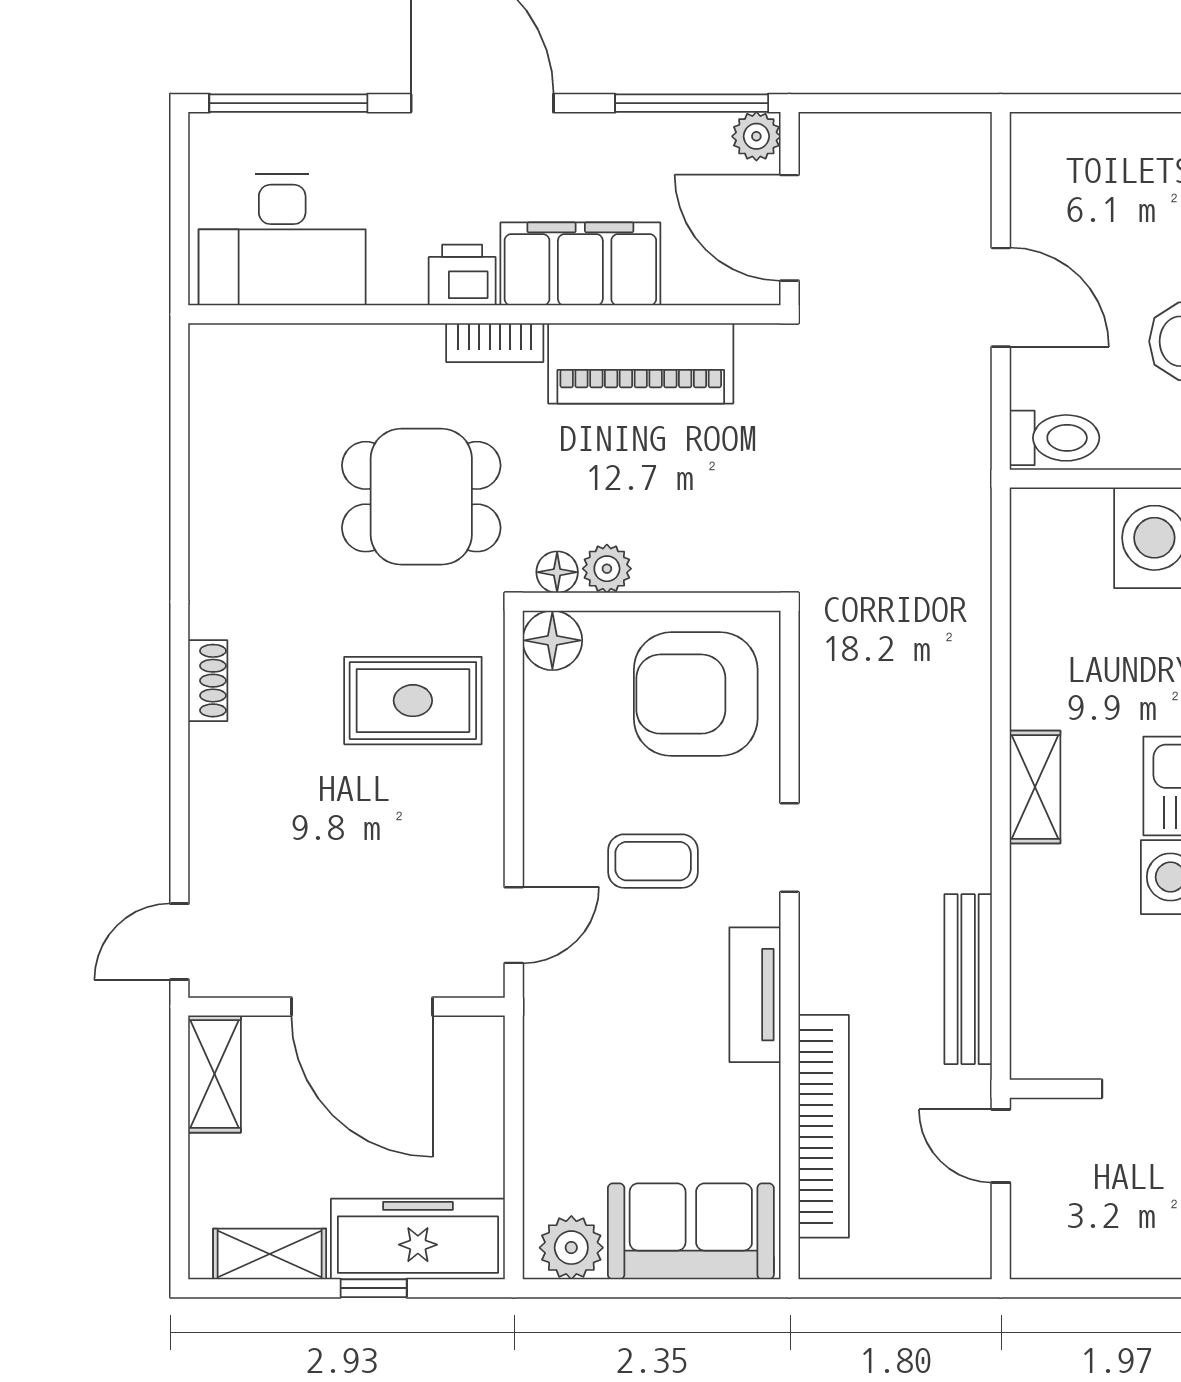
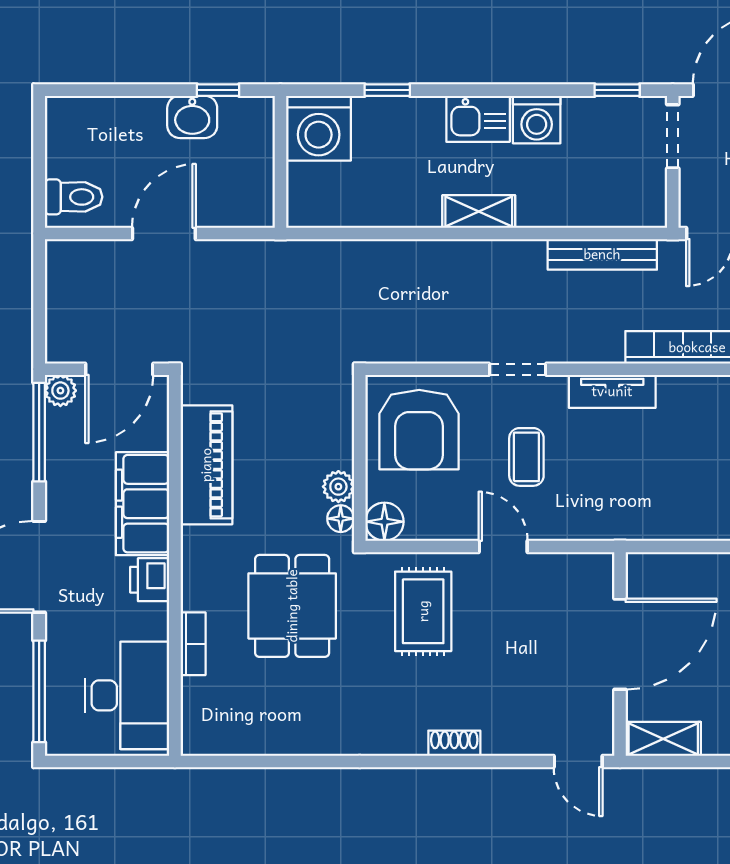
bookcase: (495, 343) -> (193, 644), moved
toilet: (1054, 438) -> (74, 197), moved, turned 90
shoe rack: (208, 681) -> (454, 743), moved
door: (514, 925) -> (503, 546), moved

